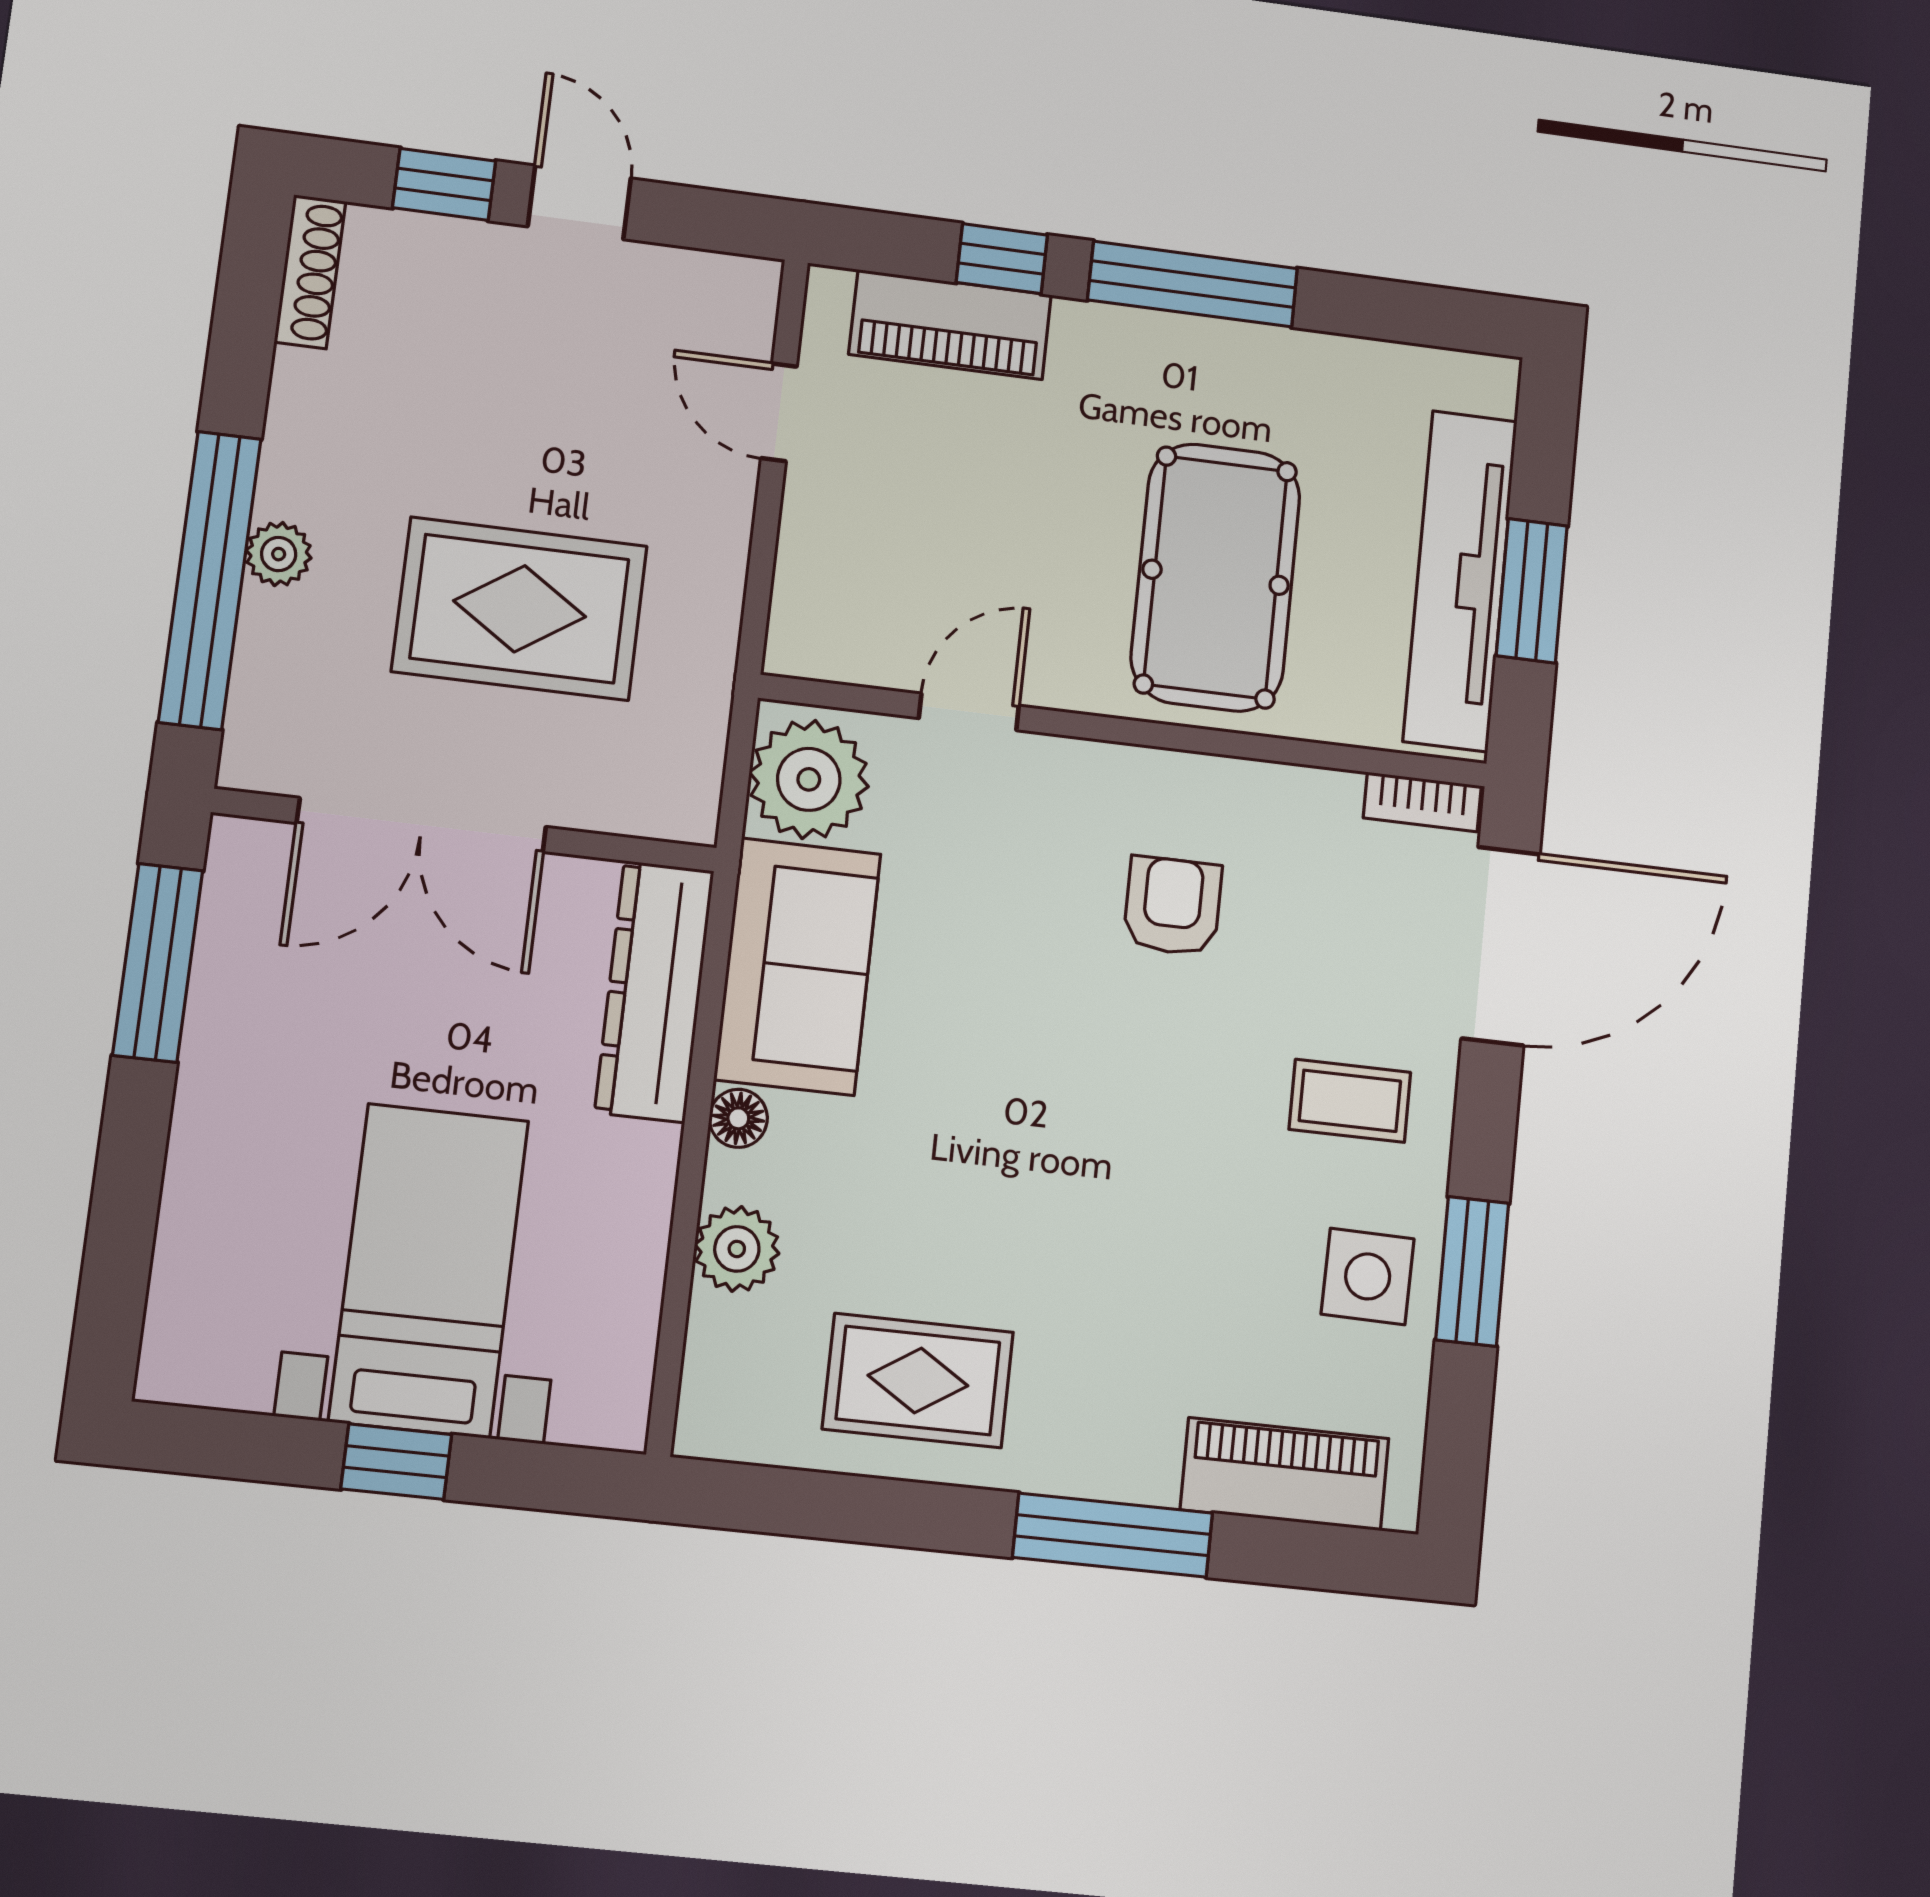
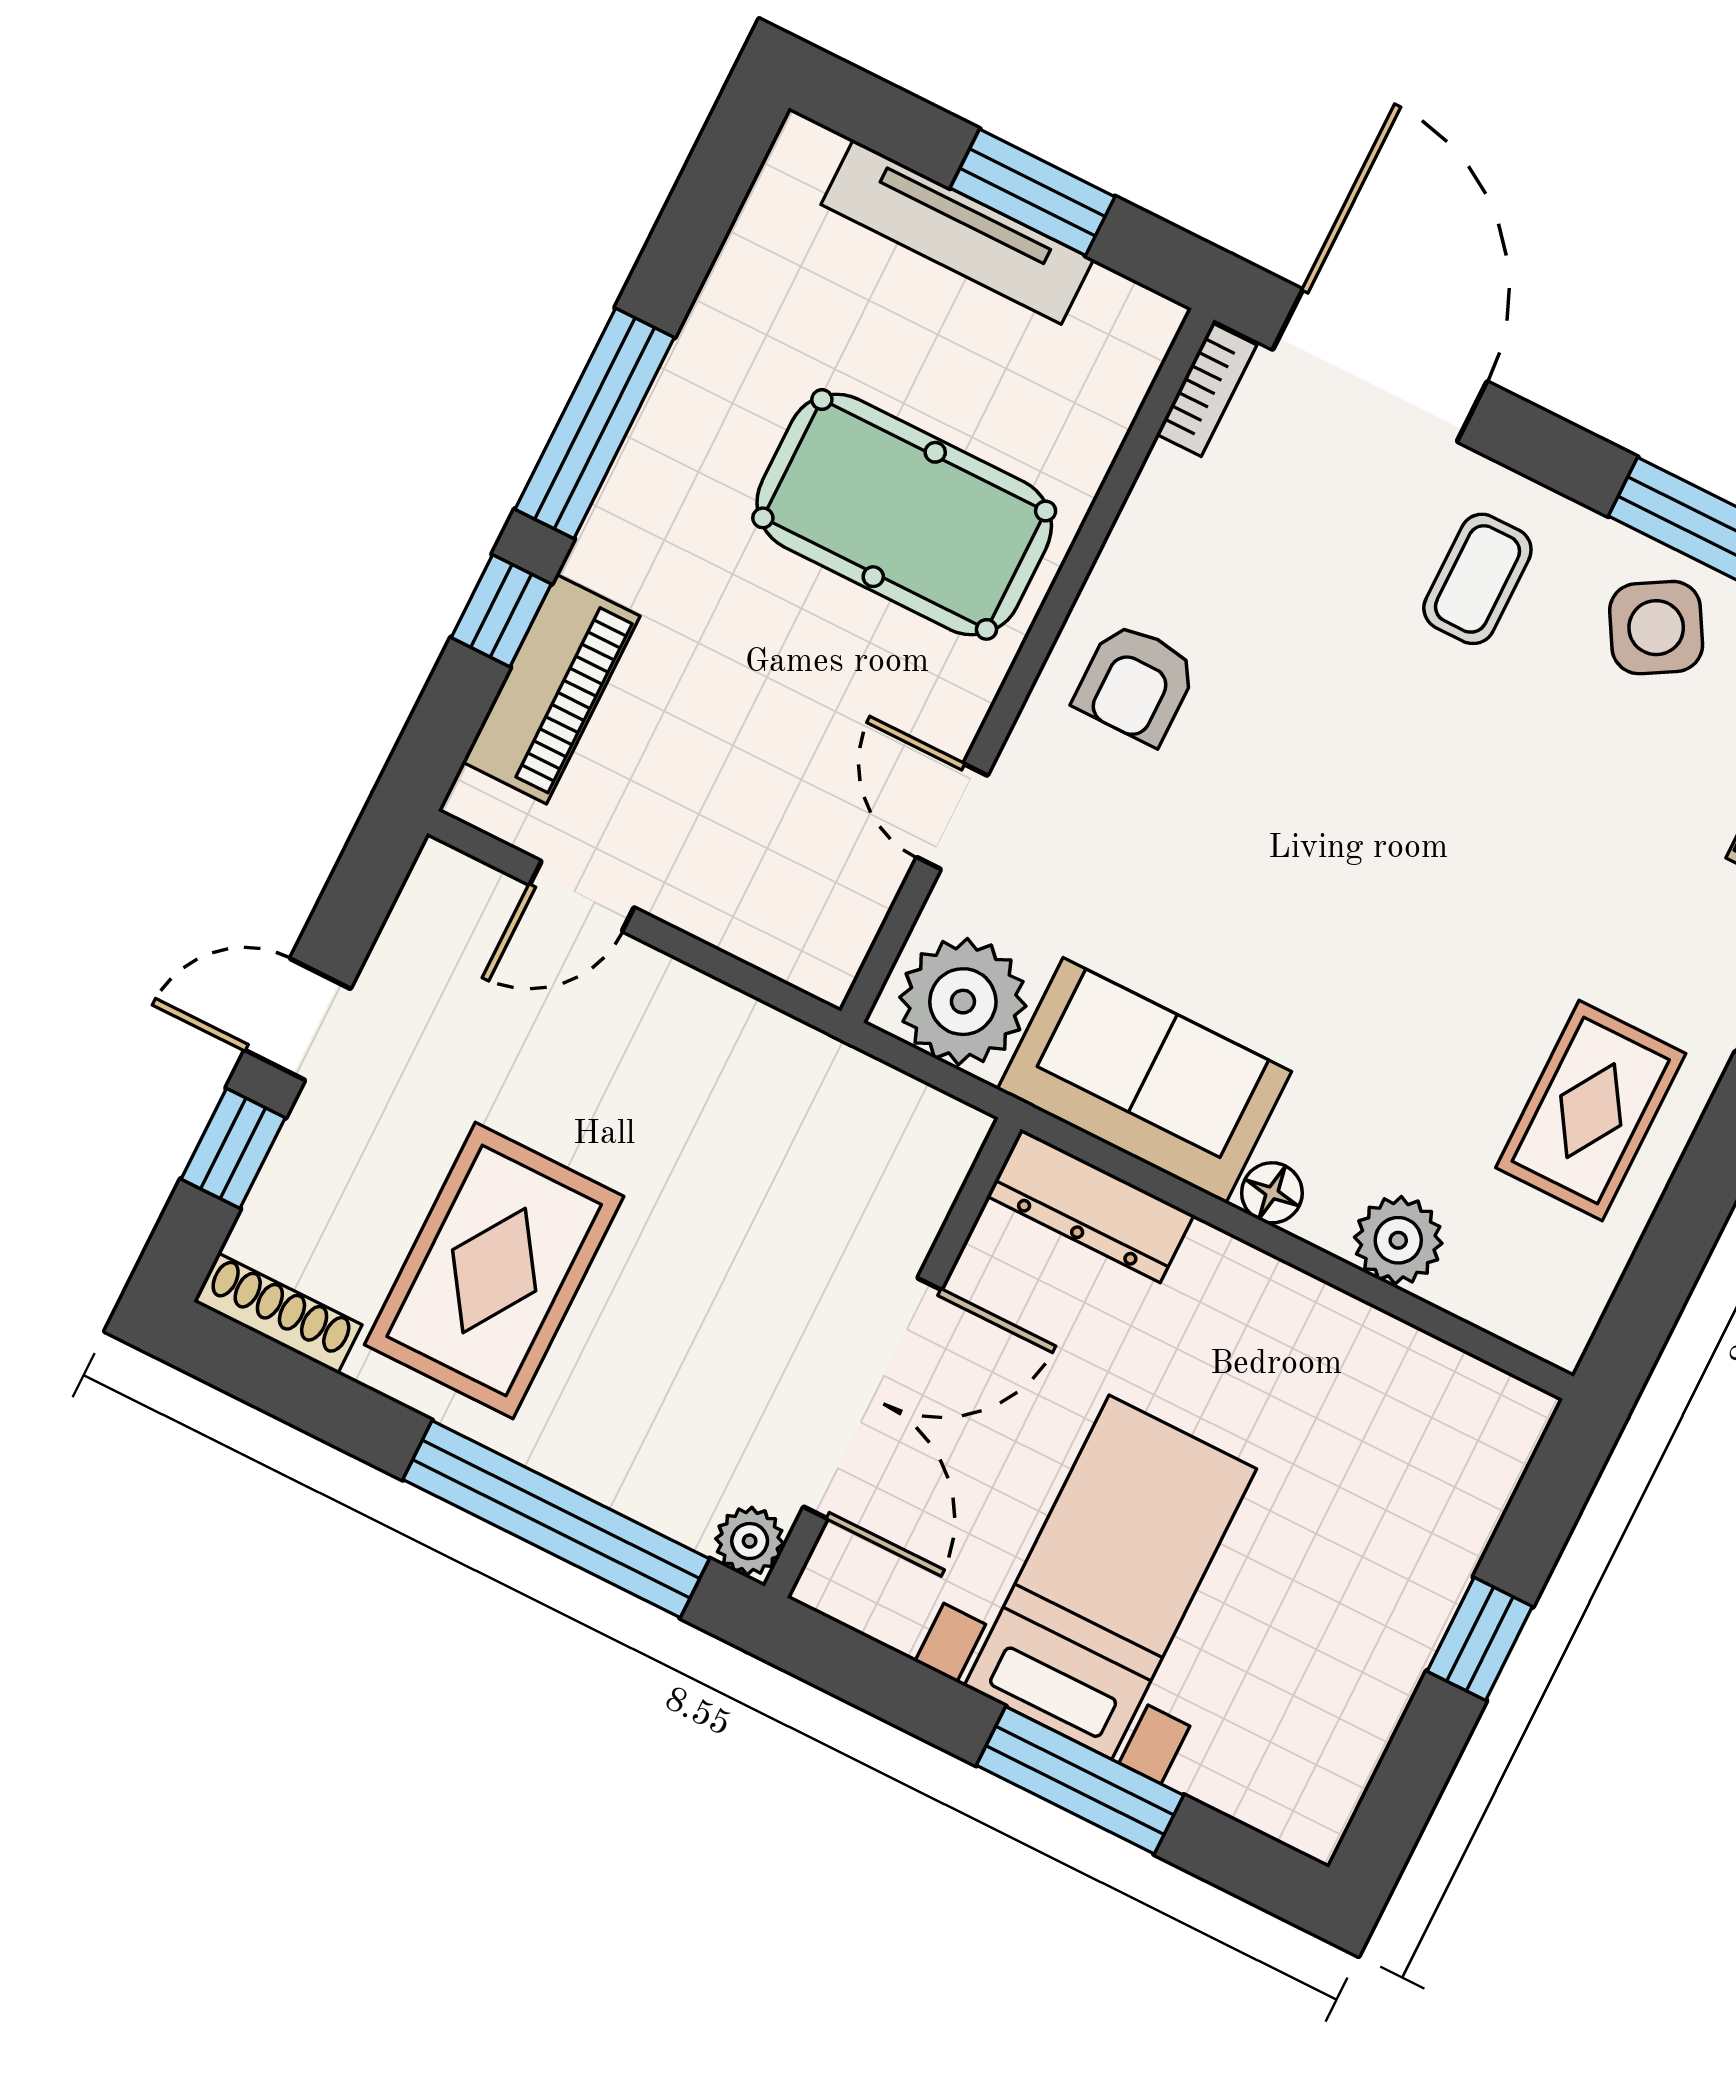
plant: (279, 554) -> (750, 1541), moved
tv unit: (1460, 581) -> (957, 232), width x0.73, depth x0.78
rug: (520, 609) -> (494, 1270), moved
armchair: (1173, 906) -> (1136, 683), moved, turned -90
window: (158, 963) -> (1080, 1780), moved
dresser: (654, 991) -> (1090, 1206), width x0.73, depth x0.80
bed with nightstands: (429, 1270) -> (1110, 1577), moved, turned 90
side table: (1368, 1276) -> (1656, 628), turned -31

